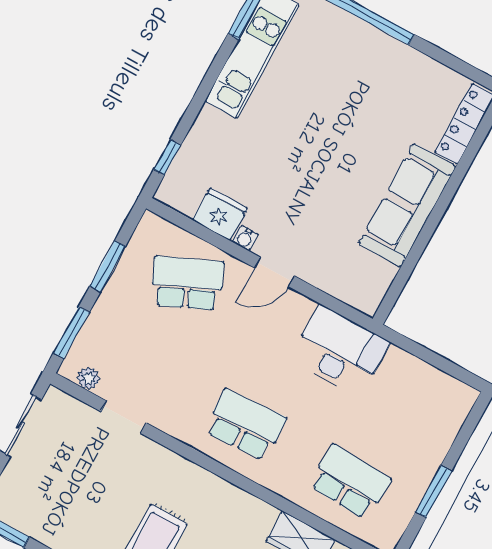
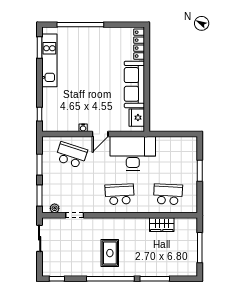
fridge: (220, 214) -> (137, 118), moved, turned -90
school desk: (187, 283) -> (71, 155), turned 42
desk: (340, 351) -> (133, 153), width x1.36, depth x1.30
window: (434, 491) -> (200, 171), moved

